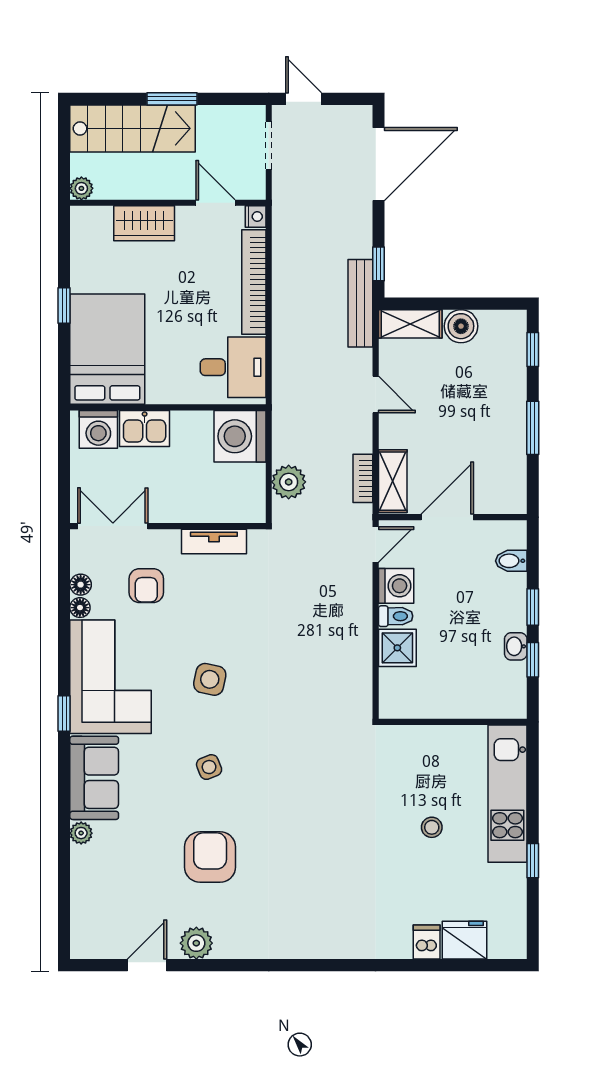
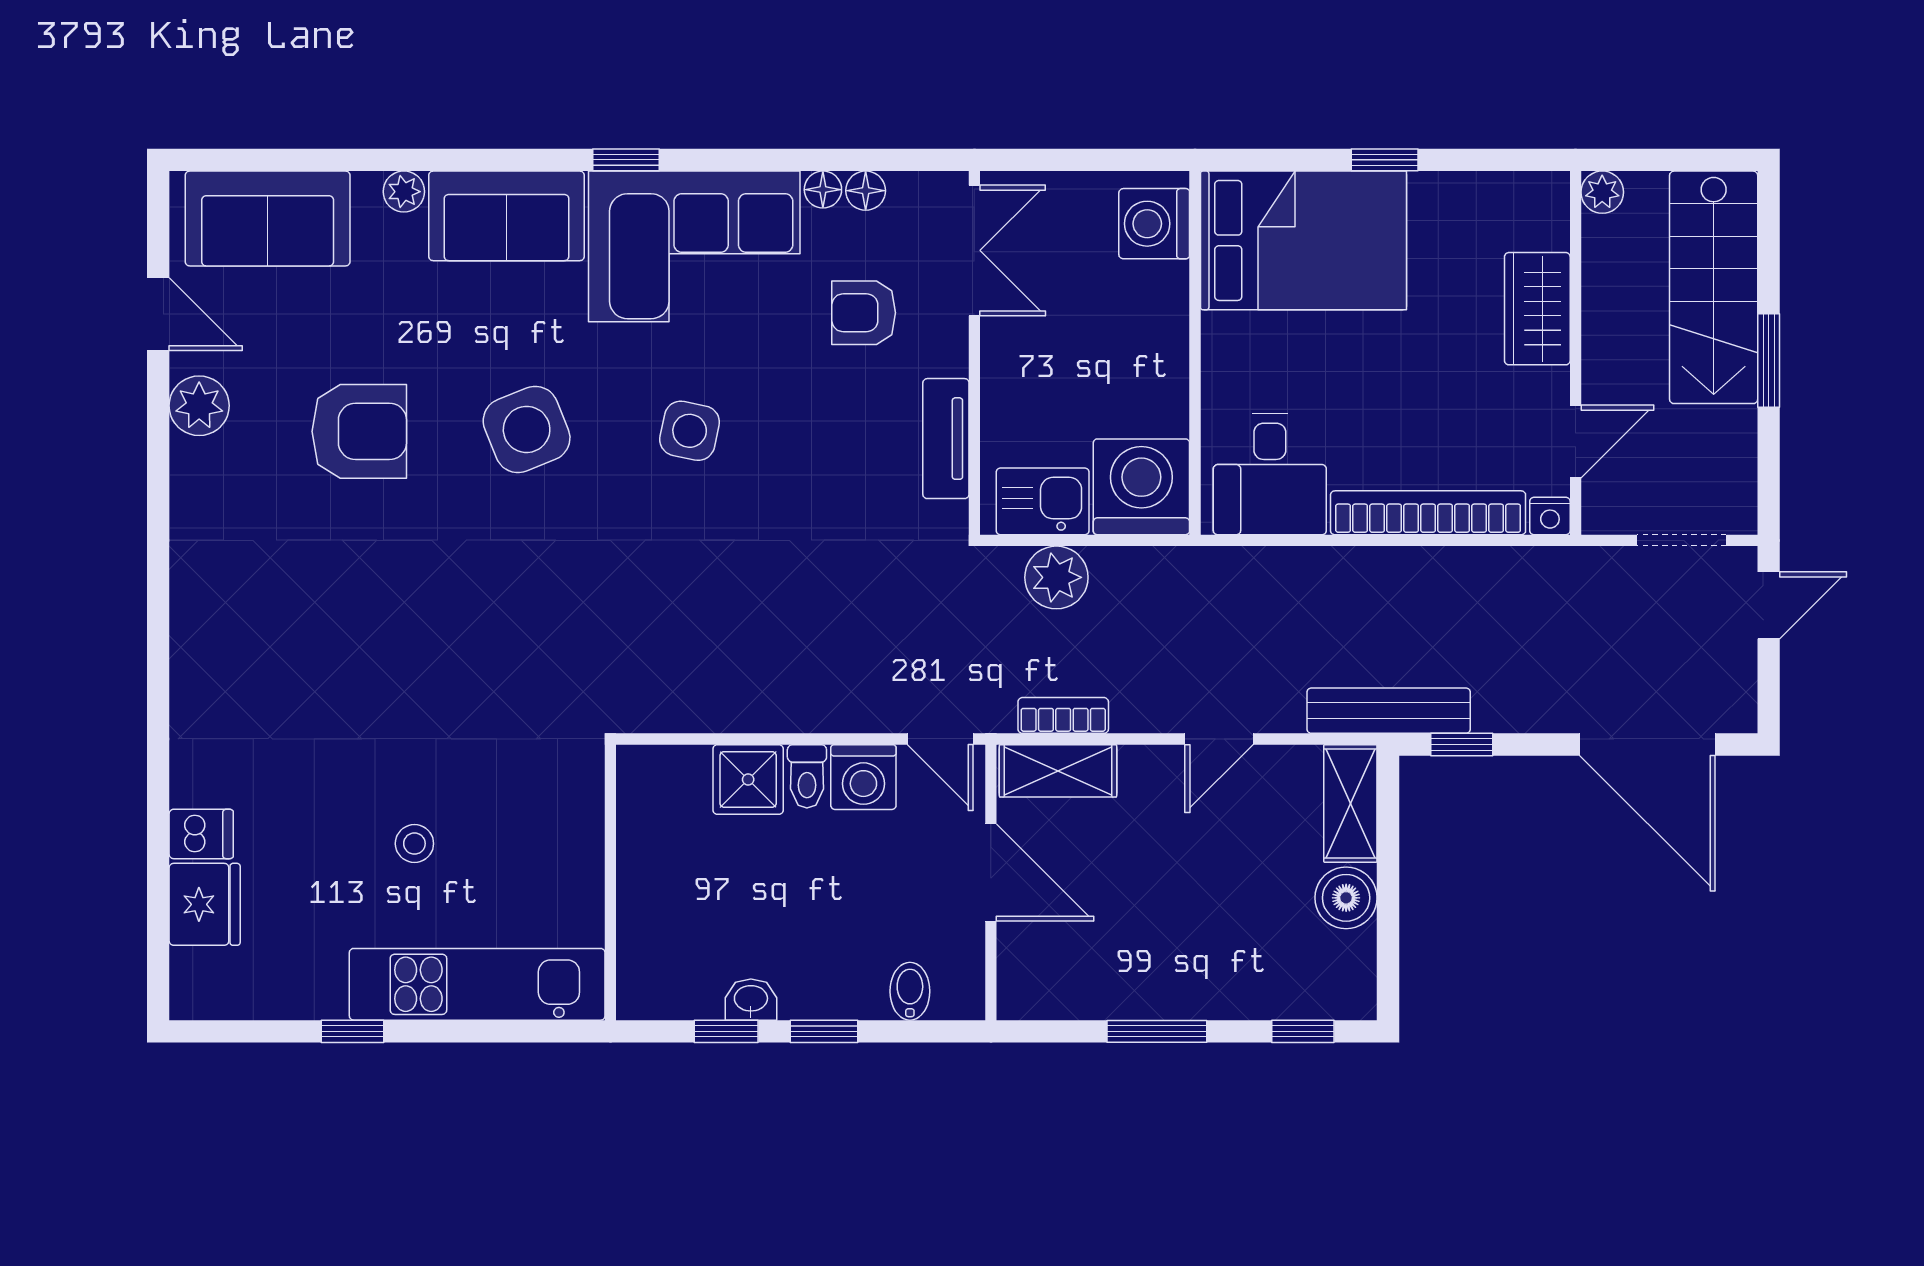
kitchen sink: (145, 428) -> (1043, 501), moved, turned 90
side table: (209, 767) -> (527, 429), width x1.87, depth x1.87
sofa: (96, 906) -> (268, 219), added

